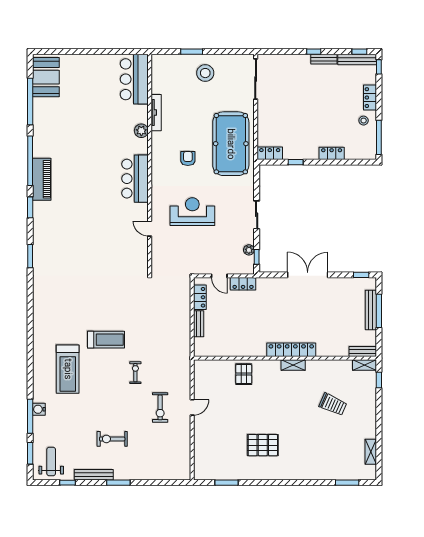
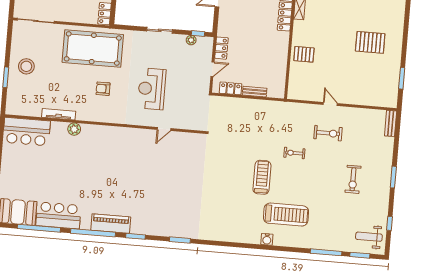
bar counter: (135, 179) -> (58, 215), moved, turned 180
water cooler: (39, 409) -> (267, 239), moved
pallet: (263, 445) -> (370, 42), turned 90
bench: (94, 475) -> (391, 123), moved, width x0.73

